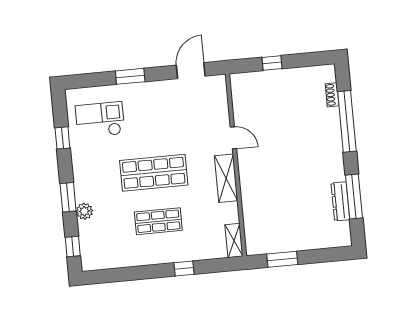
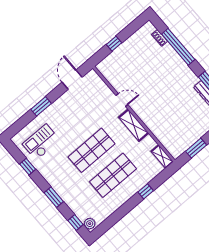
plant: (84, 211) -> (90, 224), moved
shop shelf: (158, 221) -> (113, 175), width x1.43, depth x1.36

